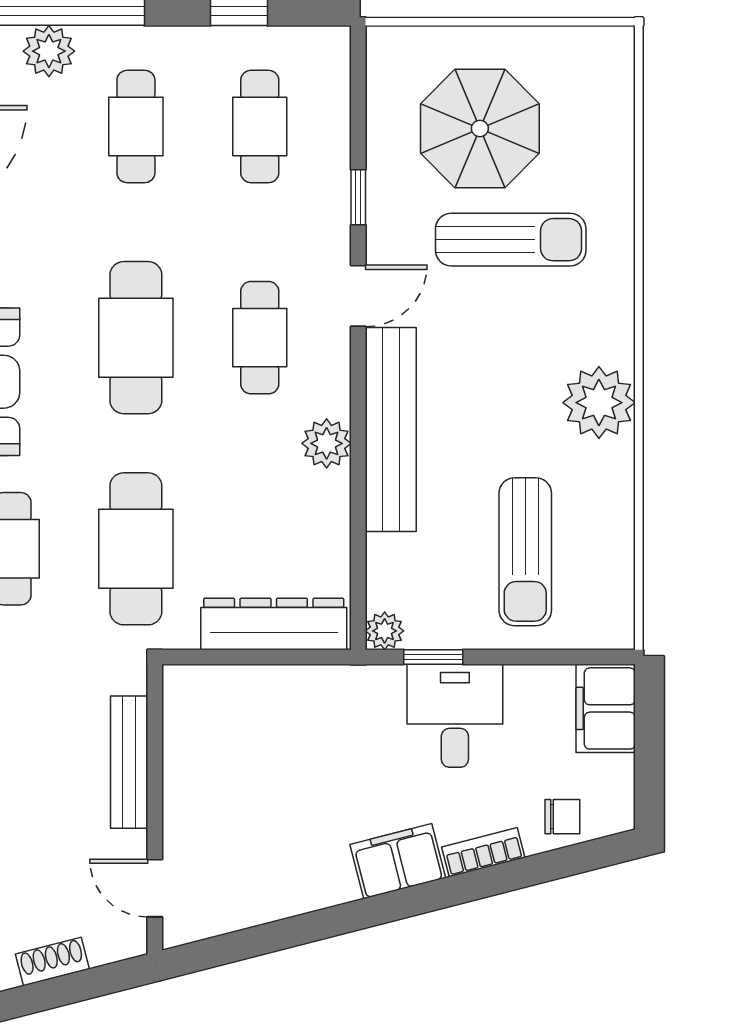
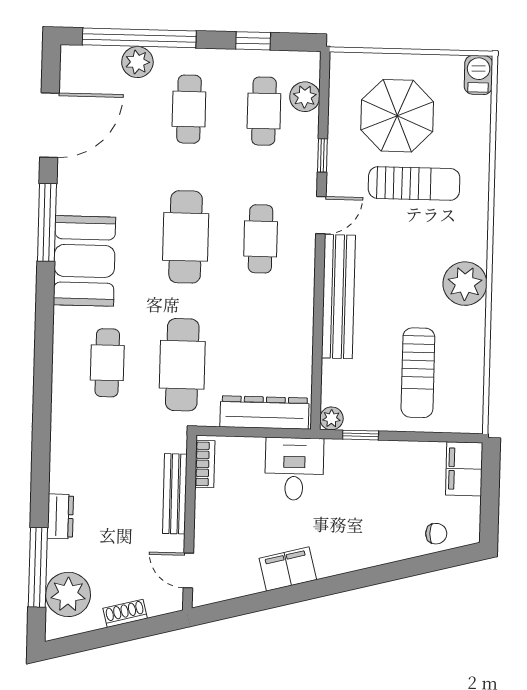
barbecue: (612, 58) -> (478, 75), added
plant: (327, 443) -> (305, 97), moved
desk: (455, 716) -> (294, 469), moved
bookcase: (483, 852) -> (205, 464), moved, turned 104
filing cabinet: (398, 861) -> (288, 569), moved

